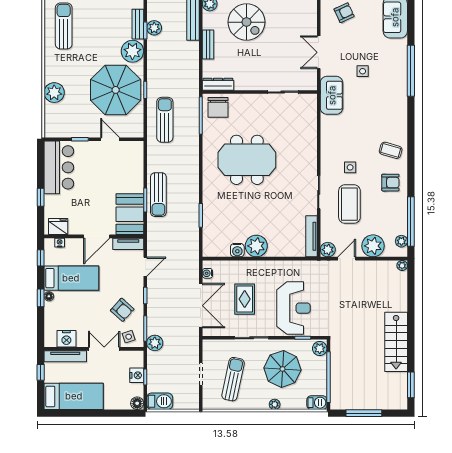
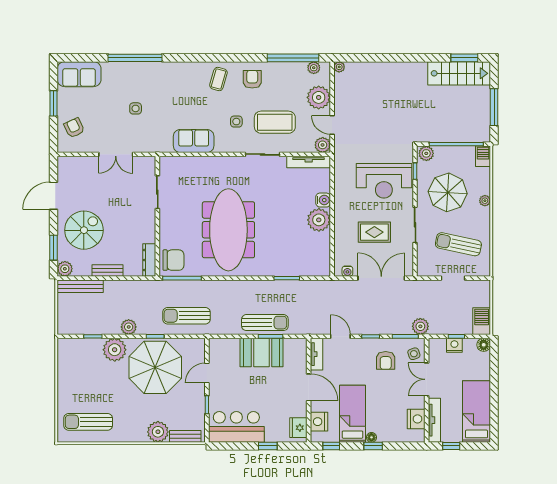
bench: (138, 24) -> (185, 436), moved
plant: (154, 28) -> (129, 327), moved
sofa: (332, 95) -> (194, 141), moved
meeting table: (247, 160) -> (228, 230), width x1.36
booth: (130, 214) -> (262, 353), moved
nightstand: (60, 243) -> (319, 422), width x1.89, depth x1.79
water cooler: (237, 250) -> (323, 200), moved
reception desk: (294, 308) -> (384, 181), turned 180
armchair: (122, 310) -> (386, 360), turned 138
stairs: (396, 342) -> (459, 73), moved

